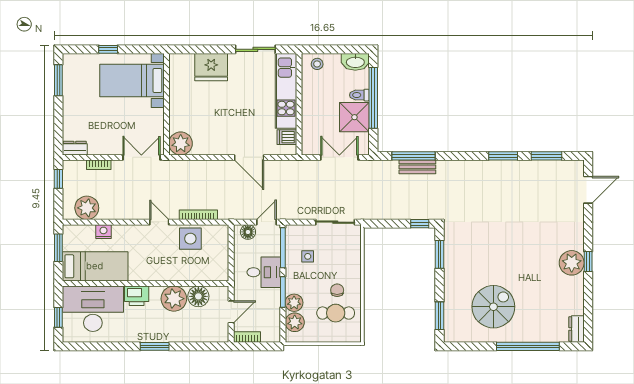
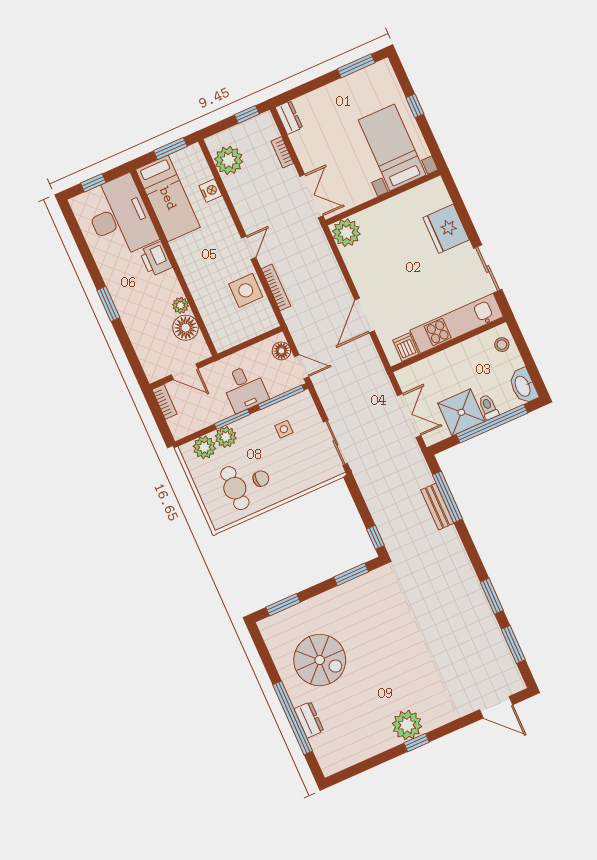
plant: (174, 299) -> (181, 305), width x0.53, depth x0.53
dresser: (576, 329) -> (309, 720), moved, turned 90

